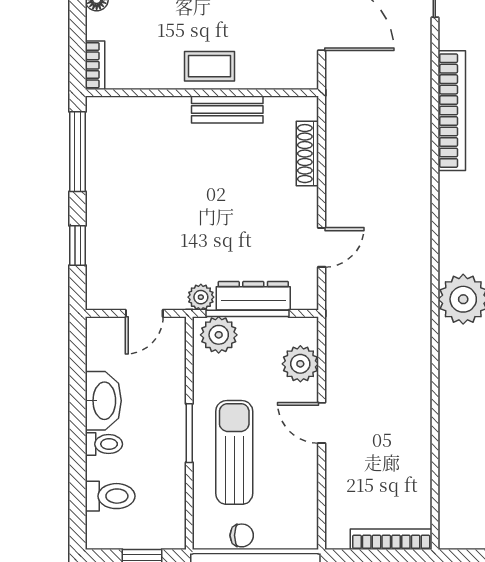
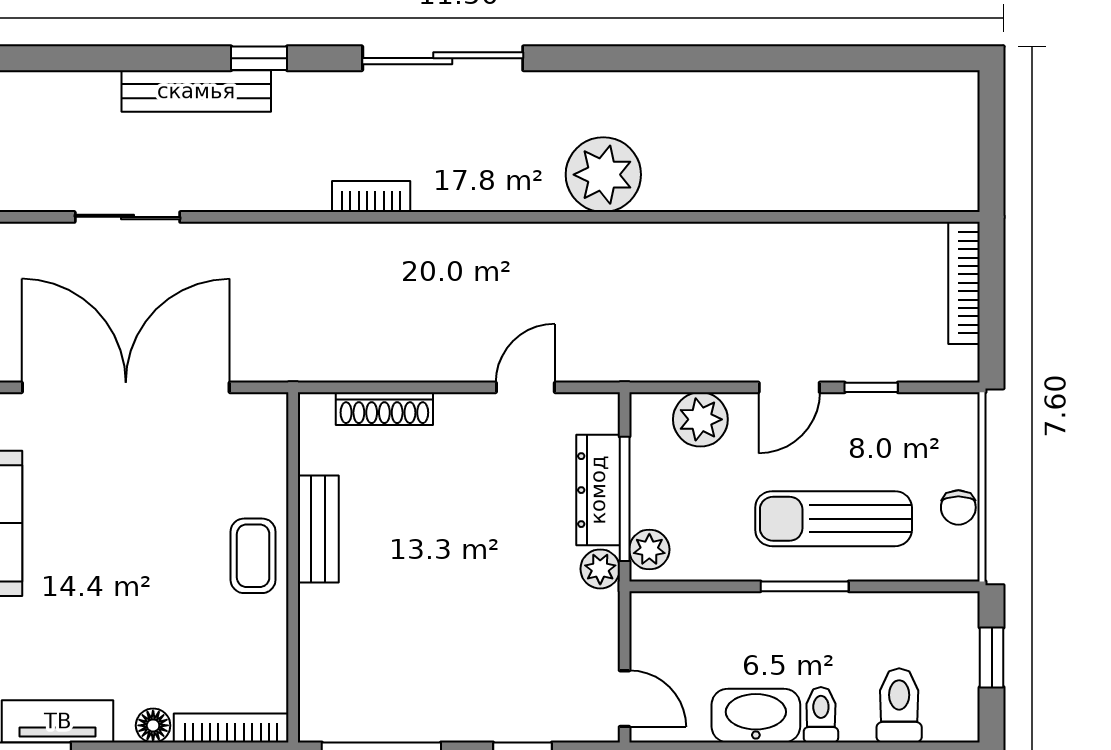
bookcase: (95, 65) -> (231, 728), width x1.56
bookcase: (452, 111) -> (371, 197), width x0.43, depth x0.76
door: (322, 247) -> (525, 387), hinge flipped
door: (144, 313) -> (625, 699), moved
plant: (219, 335) -> (649, 549), width x0.73, depth x0.73
window: (322, 477) -> (871, 387), added
chair: (242, 535) -> (958, 507), turned 180

